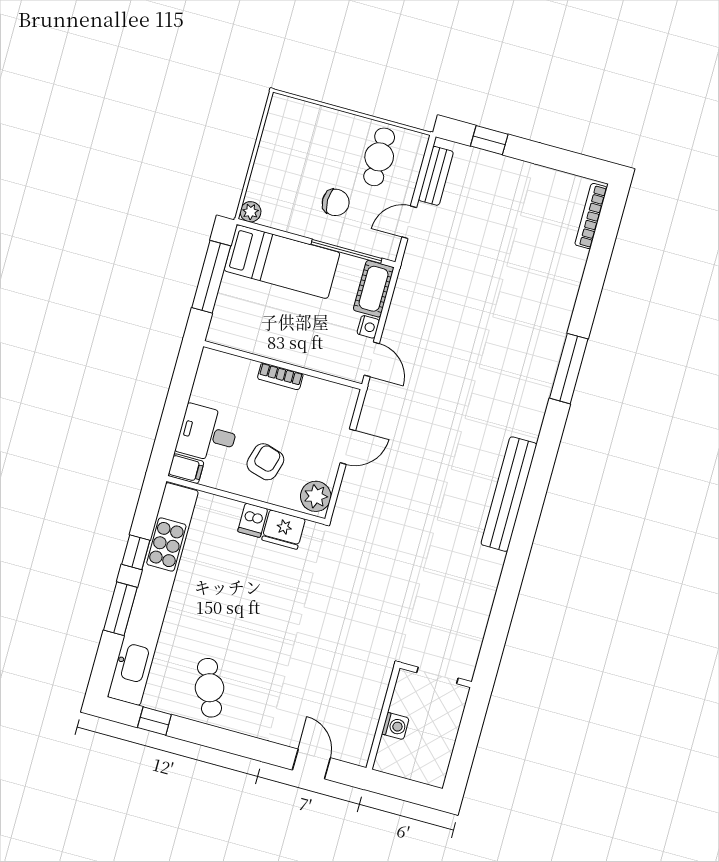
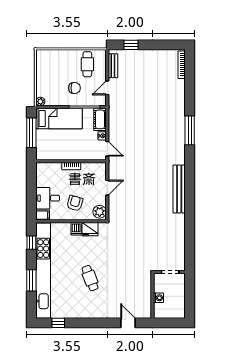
window: (136, 552) -> (31, 243), moved
cafe table: (210, 688) -> (90, 278), moved

